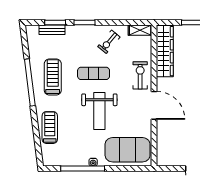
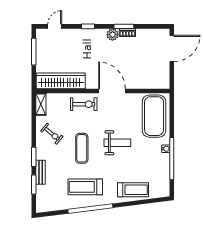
bench: (52, 30) -> (41, 172), moved
exercise bike: (140, 75) -> (84, 104), turned 180
door: (154, 105) -> (112, 91), hinge flipped
weight bench: (99, 111) -> (117, 143), width x0.73, depth x0.75
treadmill: (50, 128) -> (133, 190), turned 180

